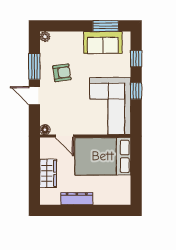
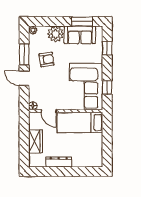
plant: (73, 41) -> (56, 34), added
window: (136, 91) -> (107, 88), moved
bed: (103, 156) -> (80, 122), width x0.67

